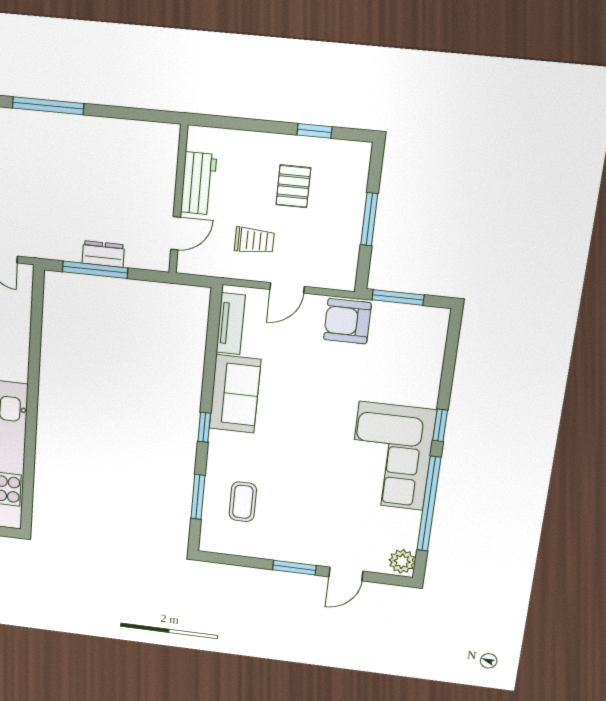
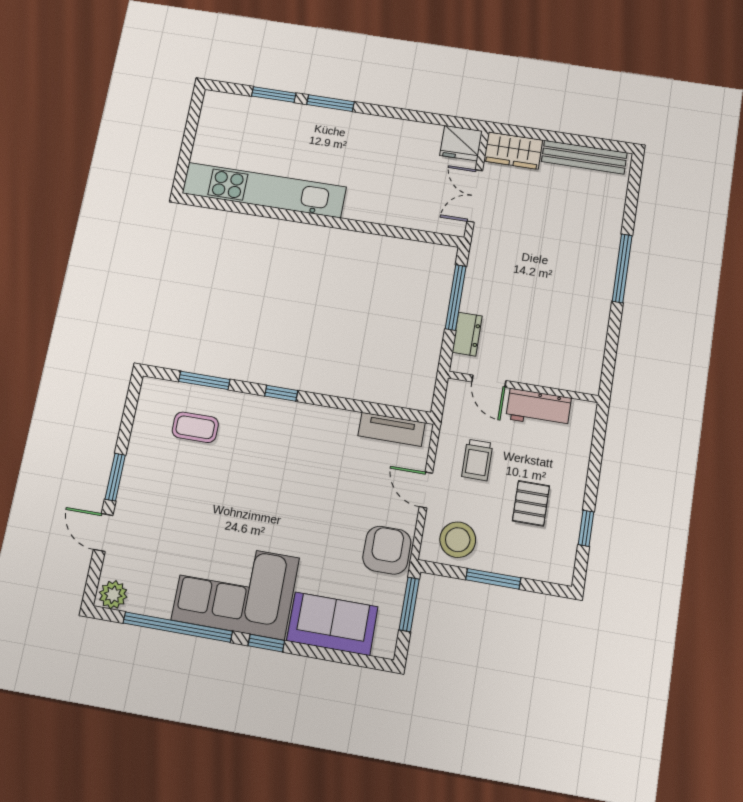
pallet: (293, 186) -> (531, 503), turned 90
dresser: (103, 254) -> (467, 334), moved
stool: (333, 255) -> (458, 540), added
sofa: (235, 394) -> (332, 624), moved, turned 180

